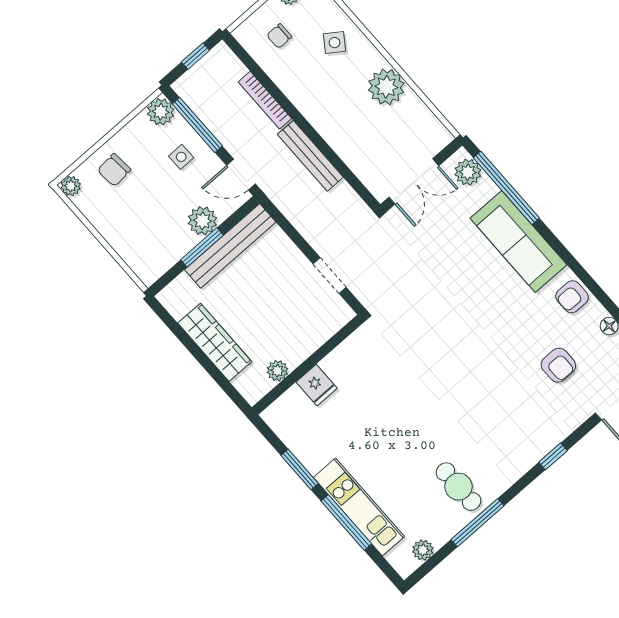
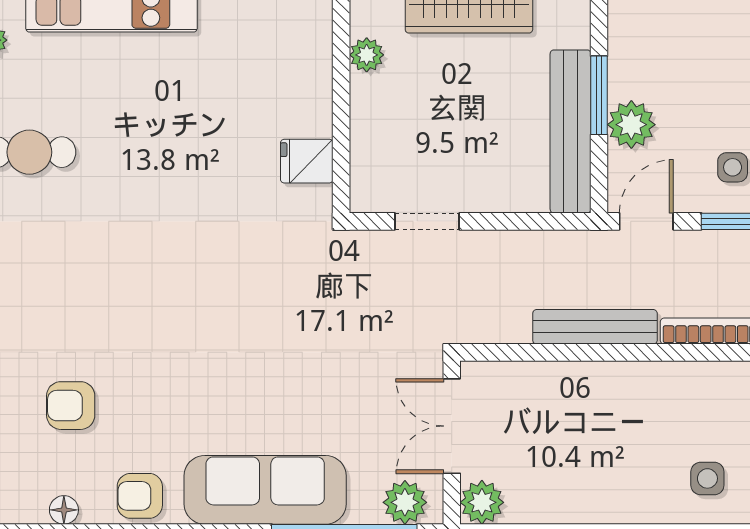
side table: (335, 43) -> (707, 478), turned -35
plant: (386, 87) -> (482, 502), moved, width x0.73, depth x0.73
armchair: (572, 297) -> (140, 496), turned -90
fridge: (317, 385) -> (307, 161), moved

